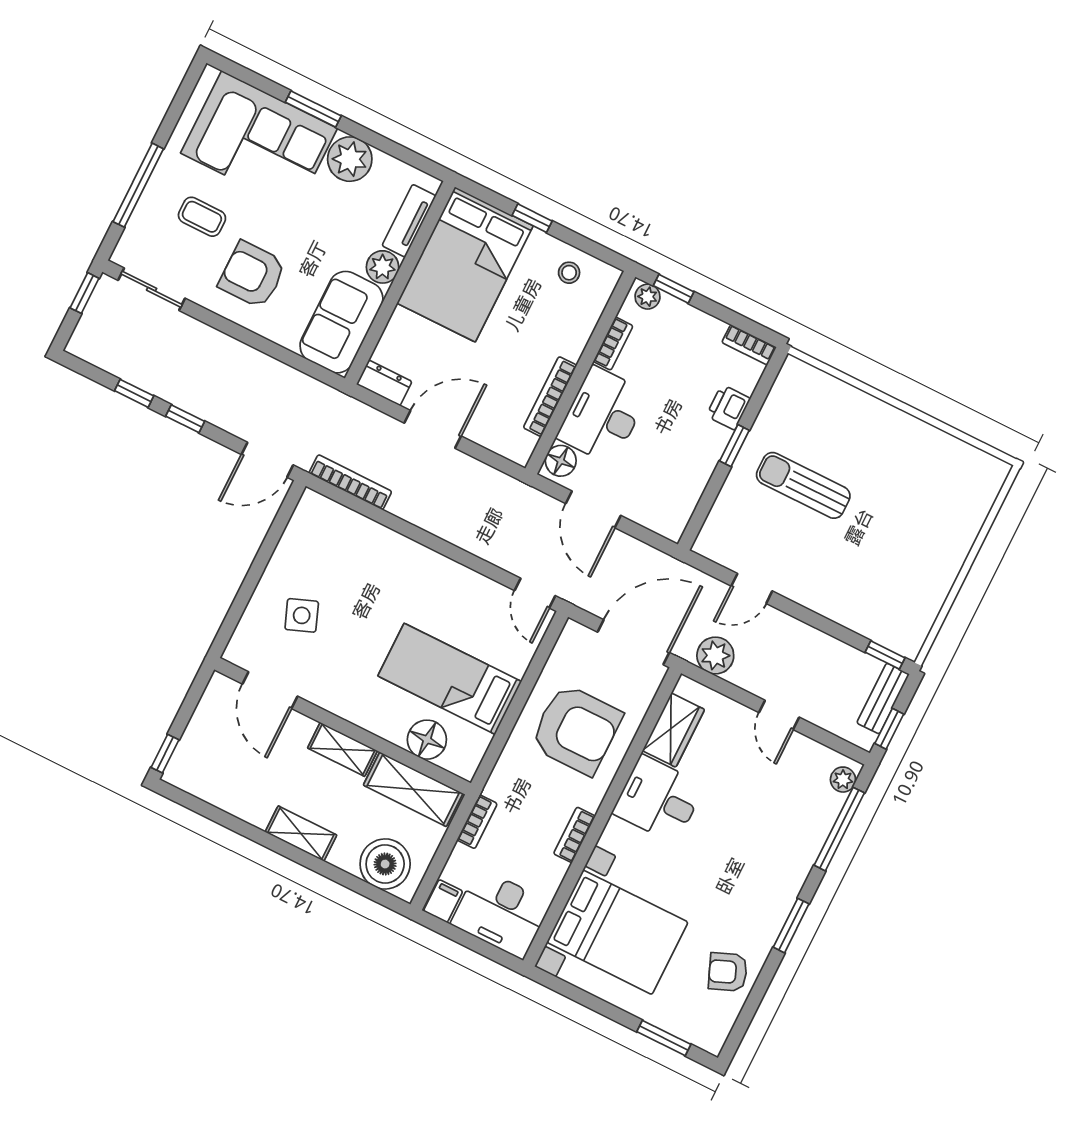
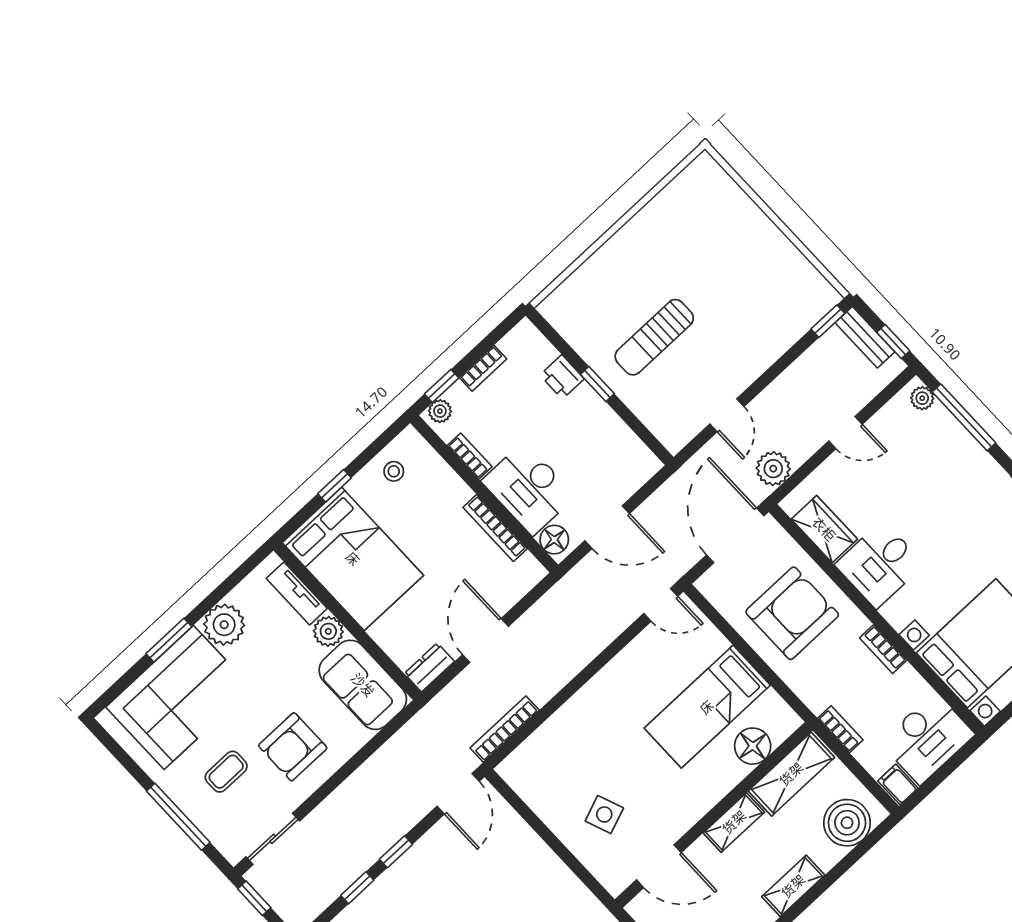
bookcase: (749, 345) -> (483, 368), moved

